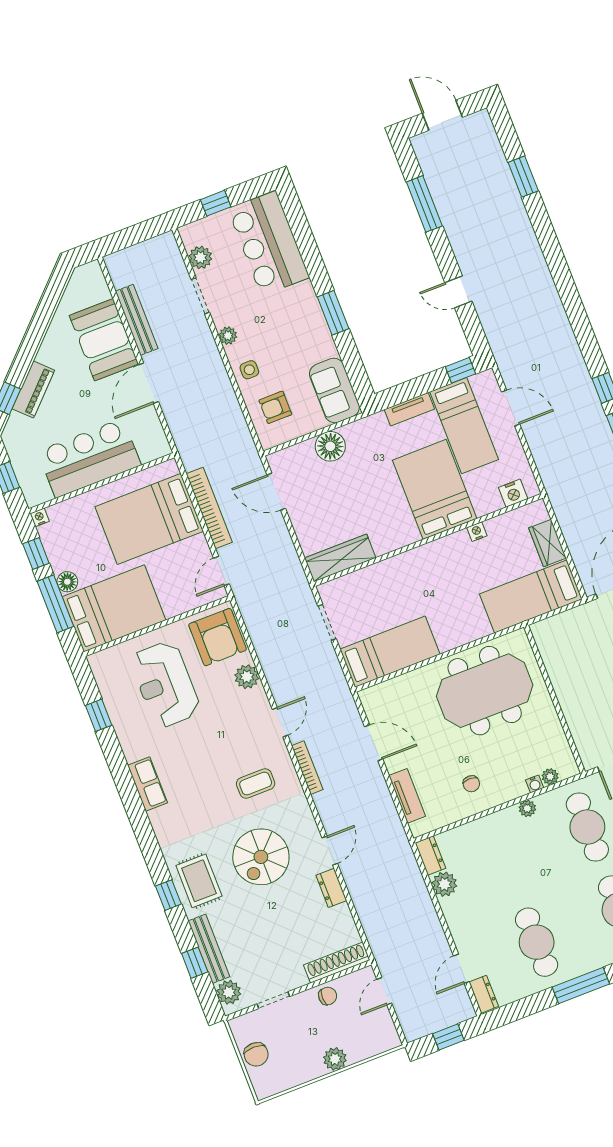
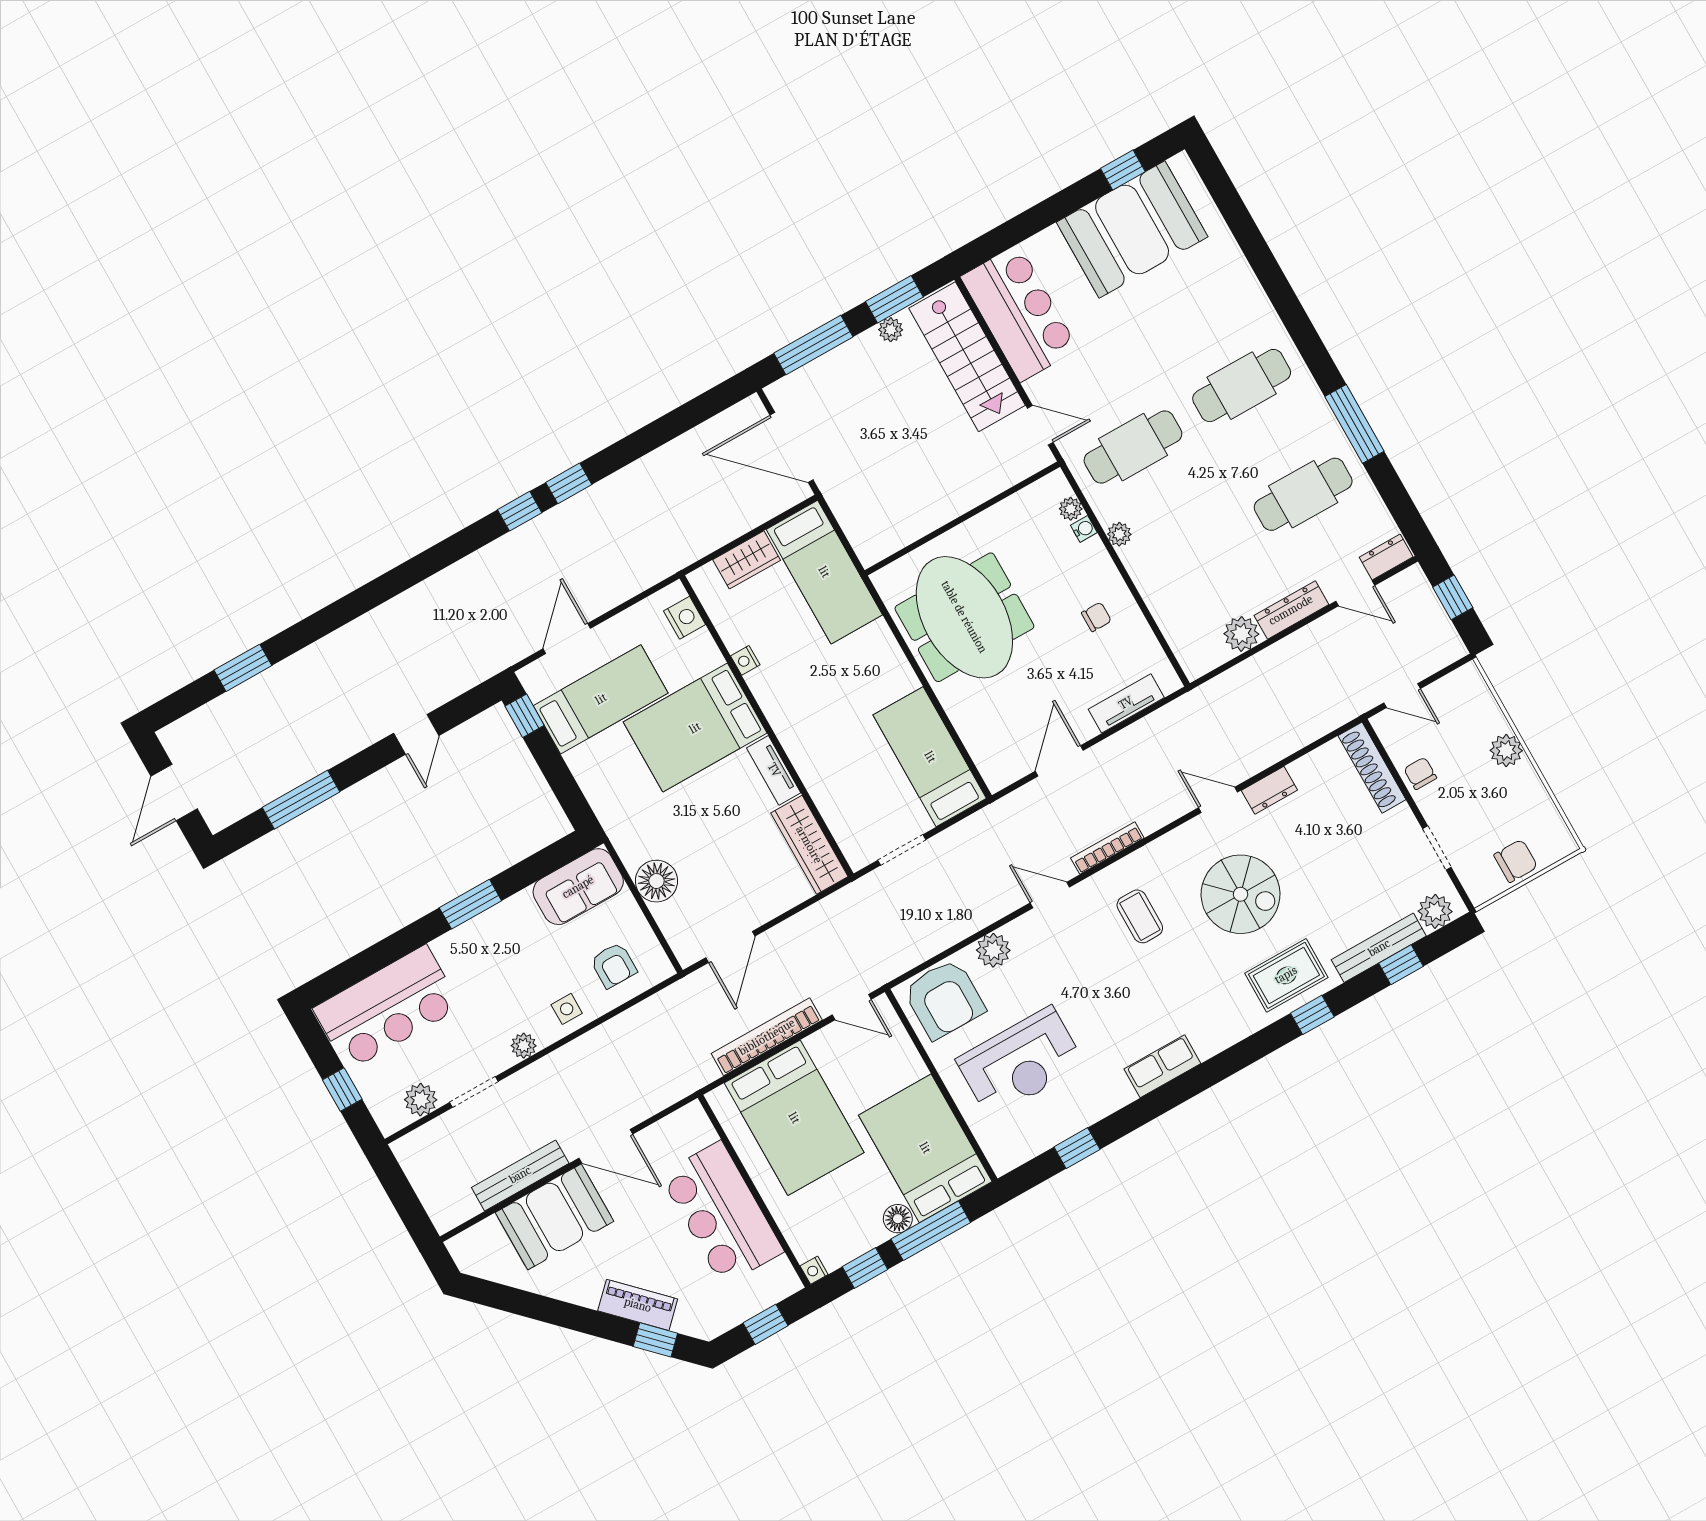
tv unit: (409, 409) -> (774, 770), moved, turned 180
armchair: (218, 637) -> (944, 999), turned 90
dresser: (430, 856) -> (1291, 610), moved, width x1.44

